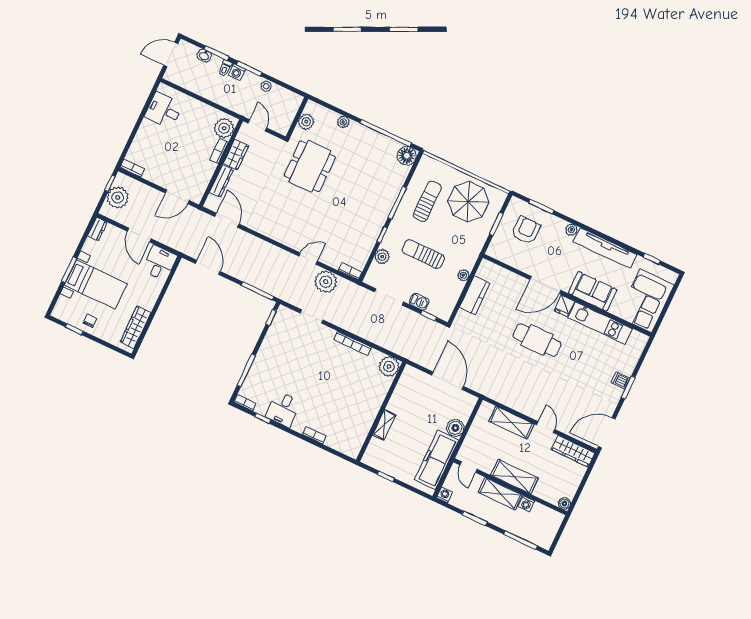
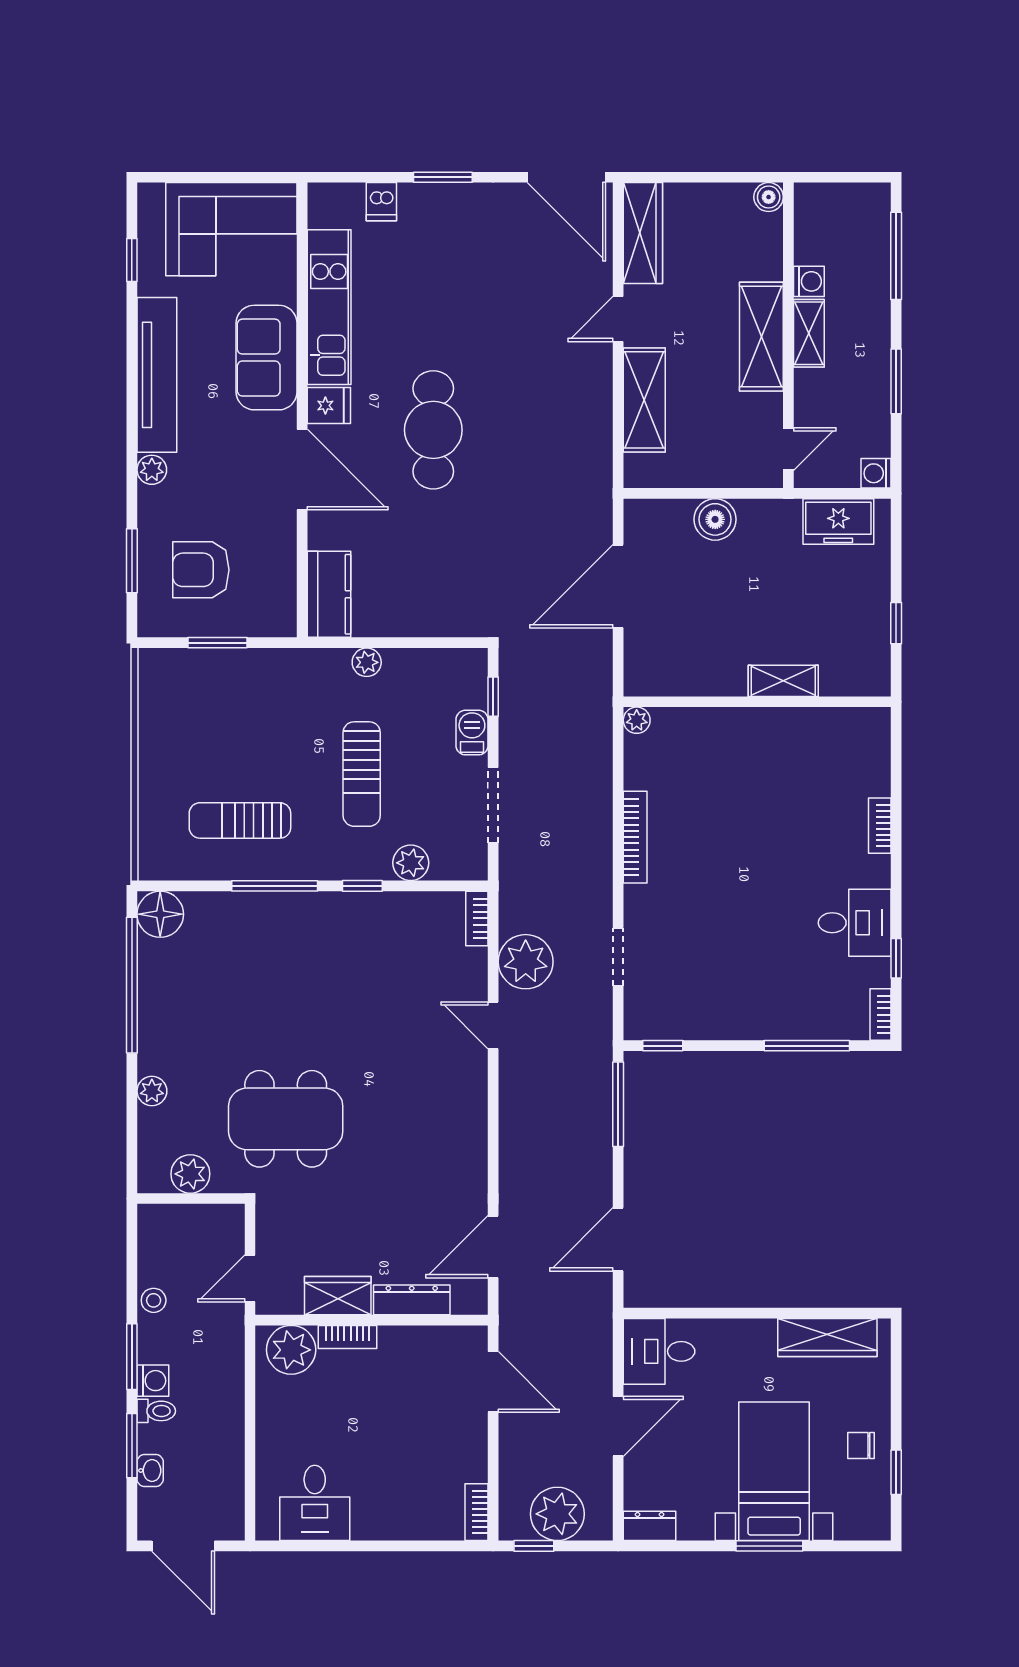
parasol: (468, 202) -> (198, 729), removed
kitchen counter: (475, 295) -> (329, 594), moved, turned 90
plant: (389, 367) -> (637, 720), width x0.53, depth x0.53
dishwasher: (621, 380) -> (381, 202), moved
freezer: (437, 460) -> (838, 521), width x0.52, depth x0.79
shelving: (500, 494) -> (809, 333), width x0.67, depth x0.75

